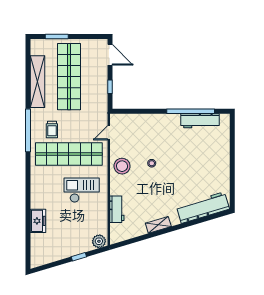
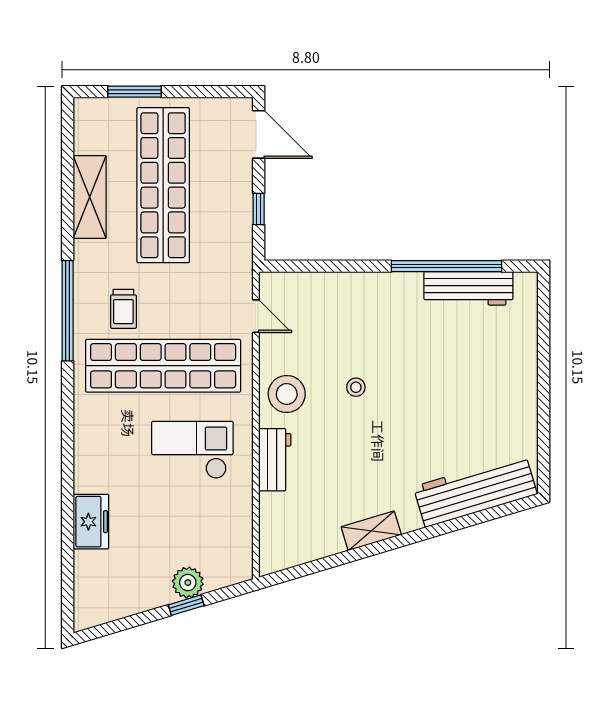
shelving: (37, 82) -> (90, 197), width x0.68
door: (109, 133) -> (256, 316), swing flipped
workbench: (117, 209) -> (275, 460), moved
plant: (99, 241) -> (188, 583), moved

